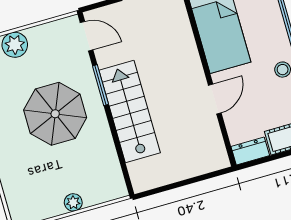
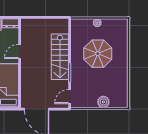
door: (87, 36) -> (70, 97), hinge flipped
parasol: (55, 114) -> (98, 54), moved

